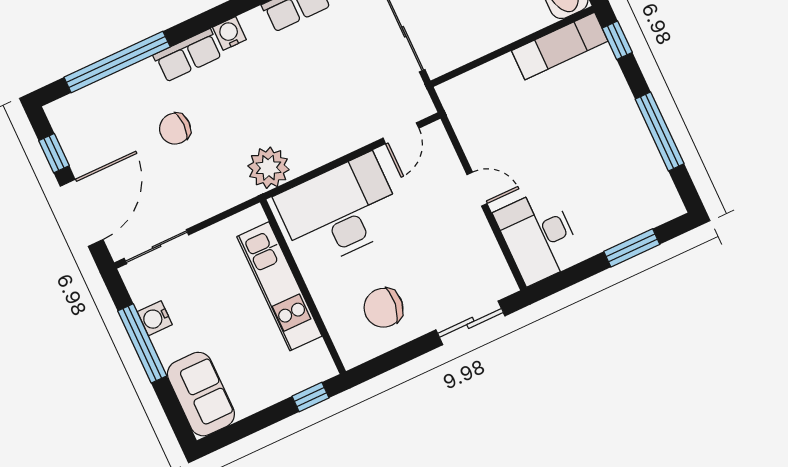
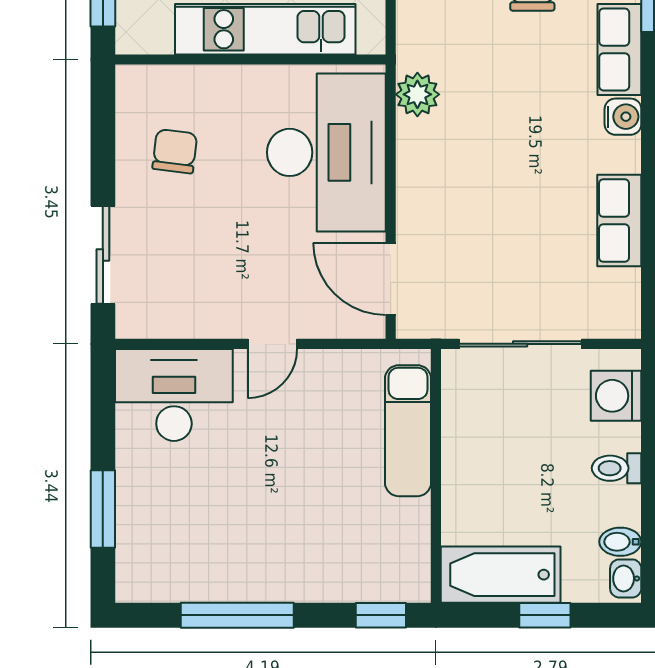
exam couch: (560, 46) -> (408, 431), moved
door: (401, 133) -> (391, 279), width x1.38
plant: (269, 168) -> (417, 94), width x0.73, depth x0.73
chair: (383, 308) -> (175, 151), width x0.73, depth x0.73

